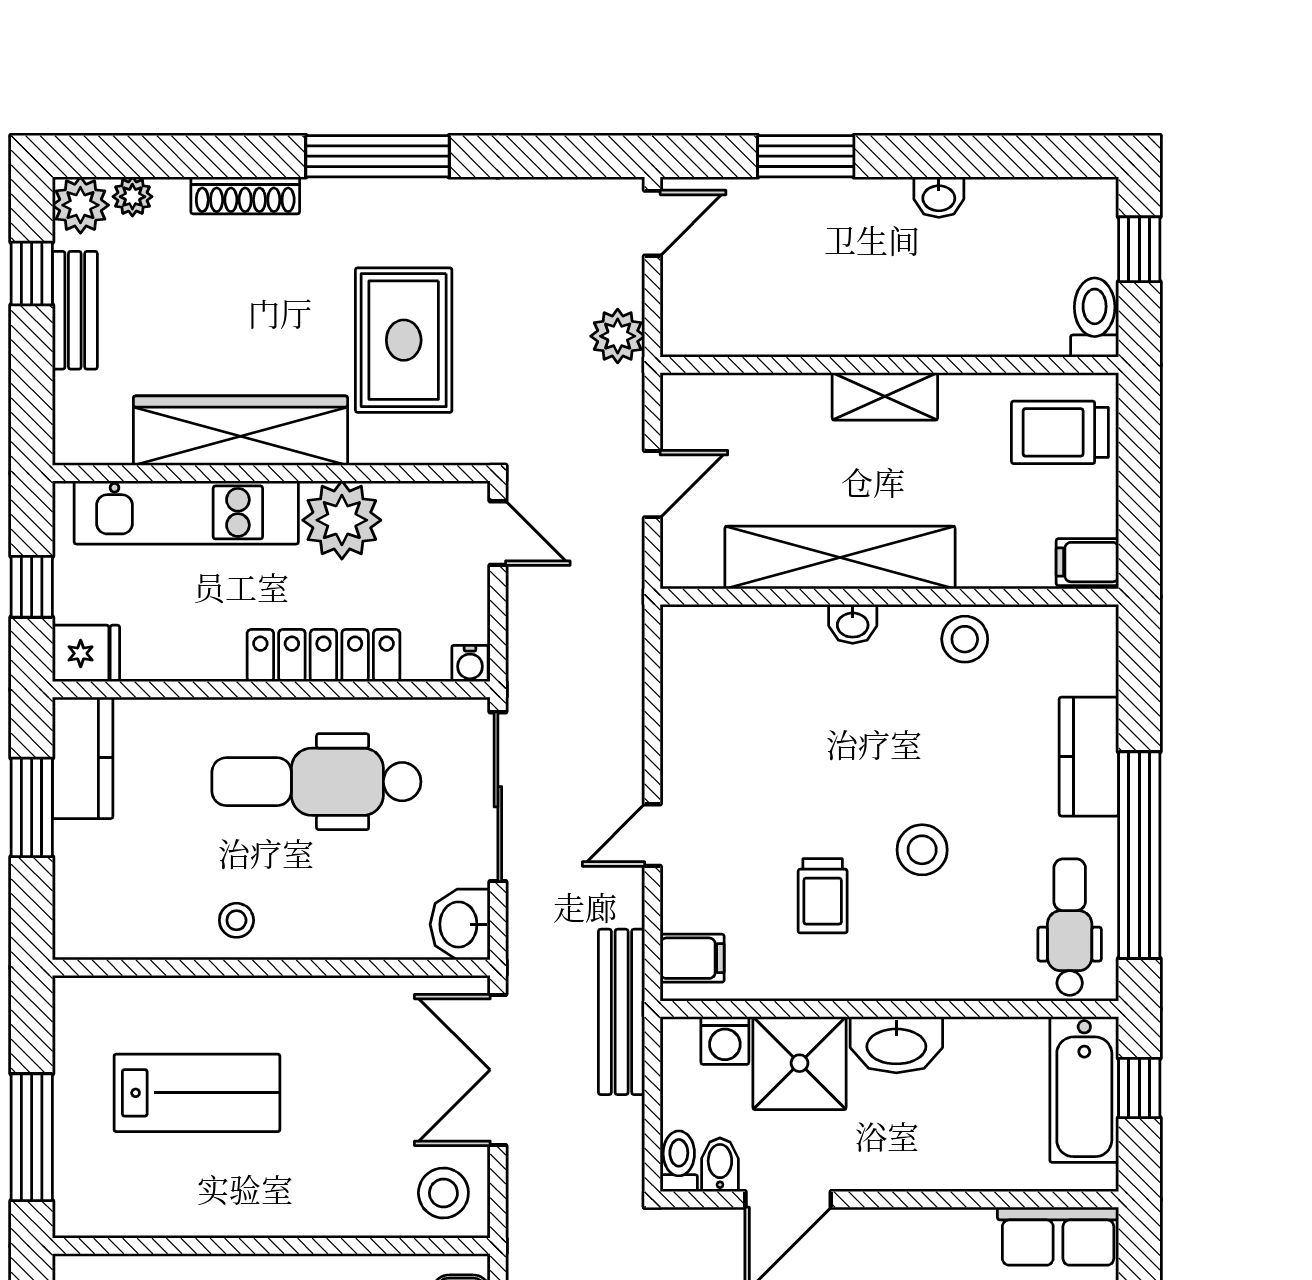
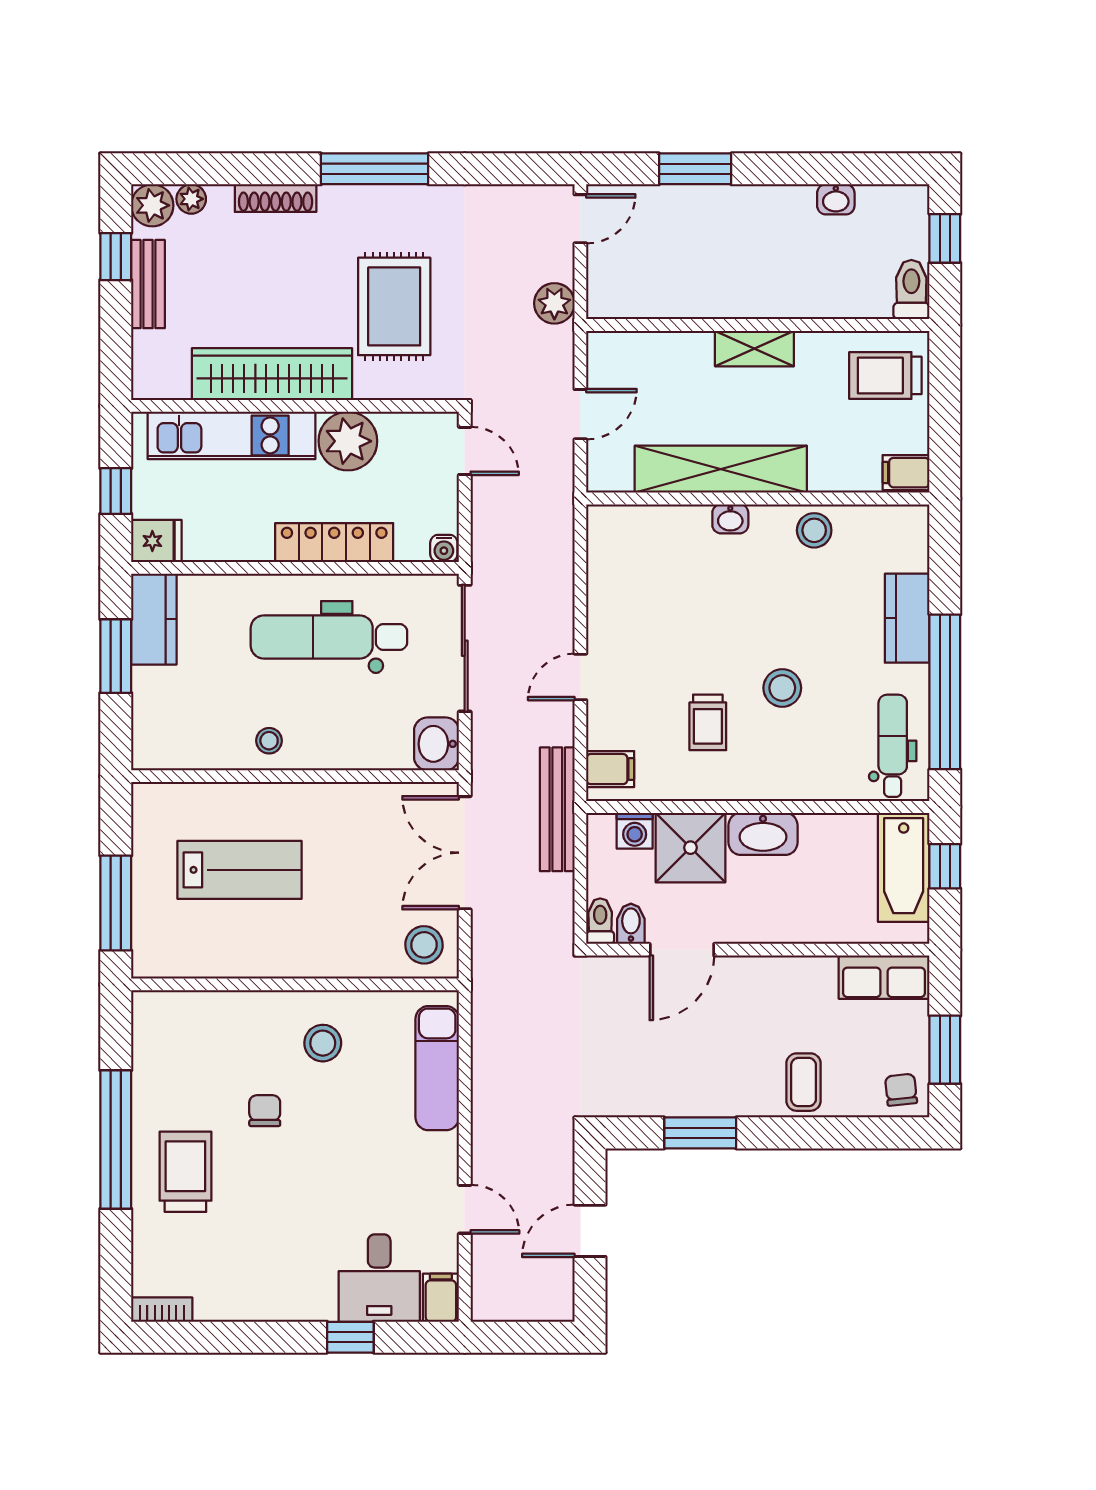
washbasin: (939, 197) -> (836, 199), moved

